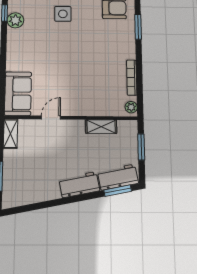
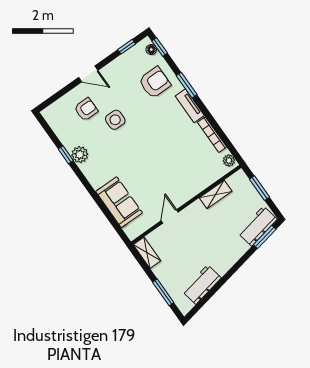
tv unit: (129, 44) -> (190, 106), added
sofa: (18, 94) -> (119, 202), moved
workbench: (79, 185) -> (202, 285), moved

